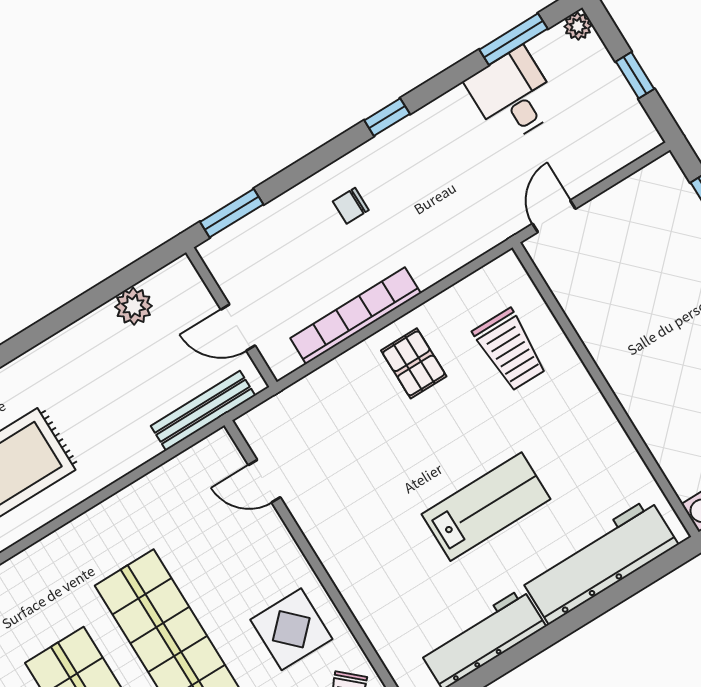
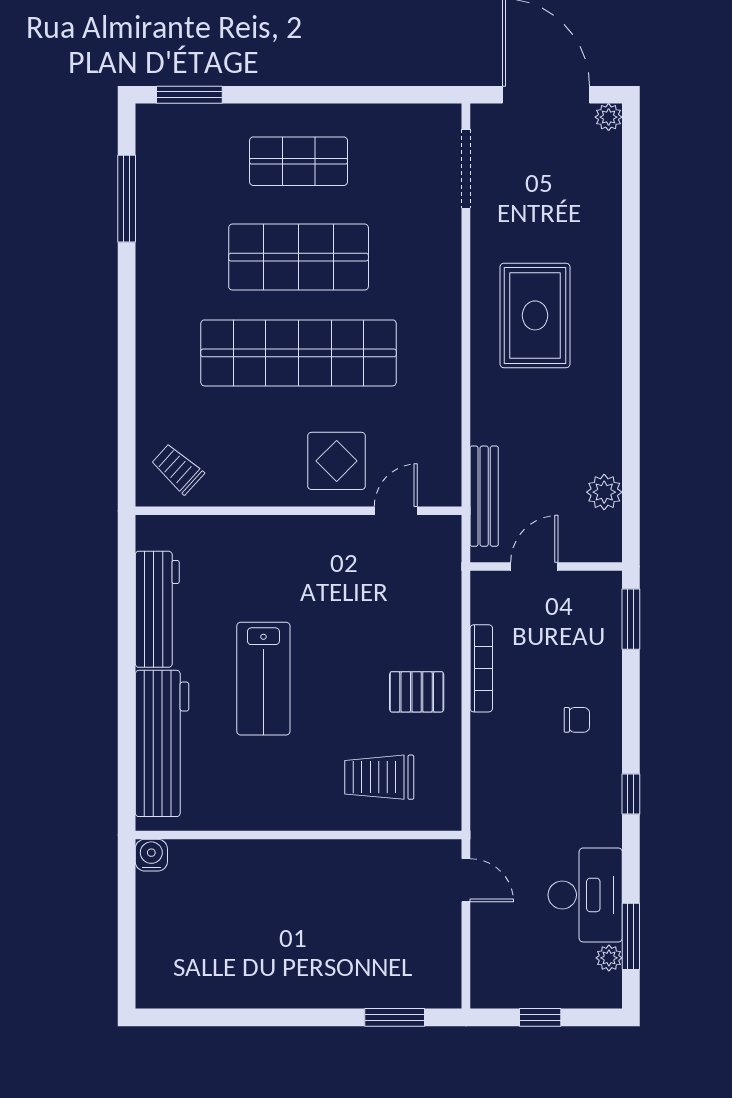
plant: (578, 26) -> (609, 958), moved
desk: (513, 95) -> (585, 895), width x1.37
chair: (351, 206) -> (577, 720), turned 90
bookcase: (356, 316) -> (481, 668), width x0.68, depth x0.76
display table: (291, 629) -> (337, 461), moved

